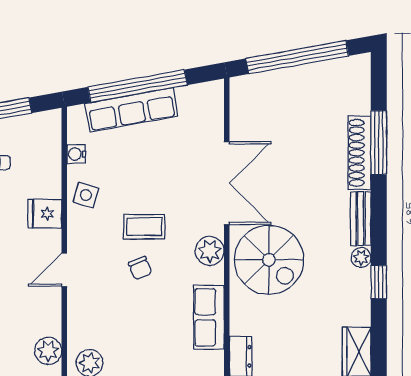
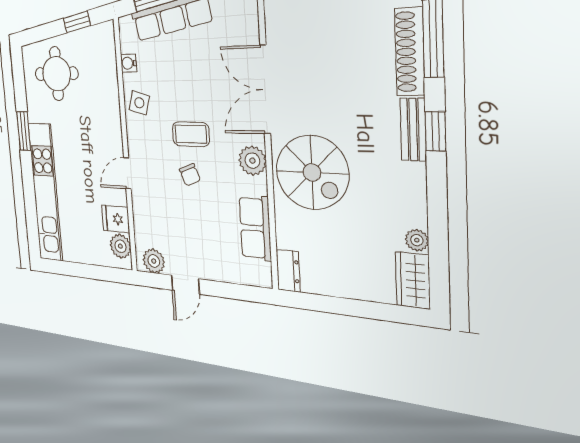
double door: (227, 183) -> (265, 90), swing flipped
fridge: (45, 214) -> (116, 219), moved
plant: (361, 258) -> (417, 240), moved
window: (379, 282) -> (435, 131), moved

